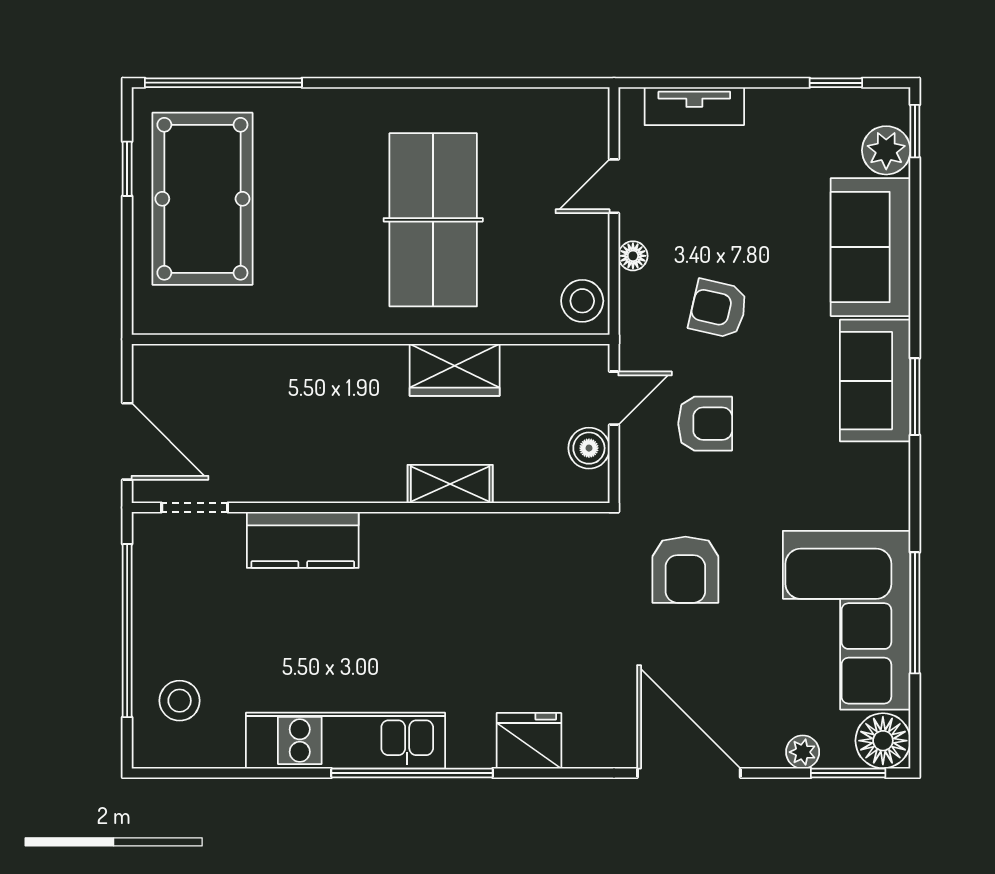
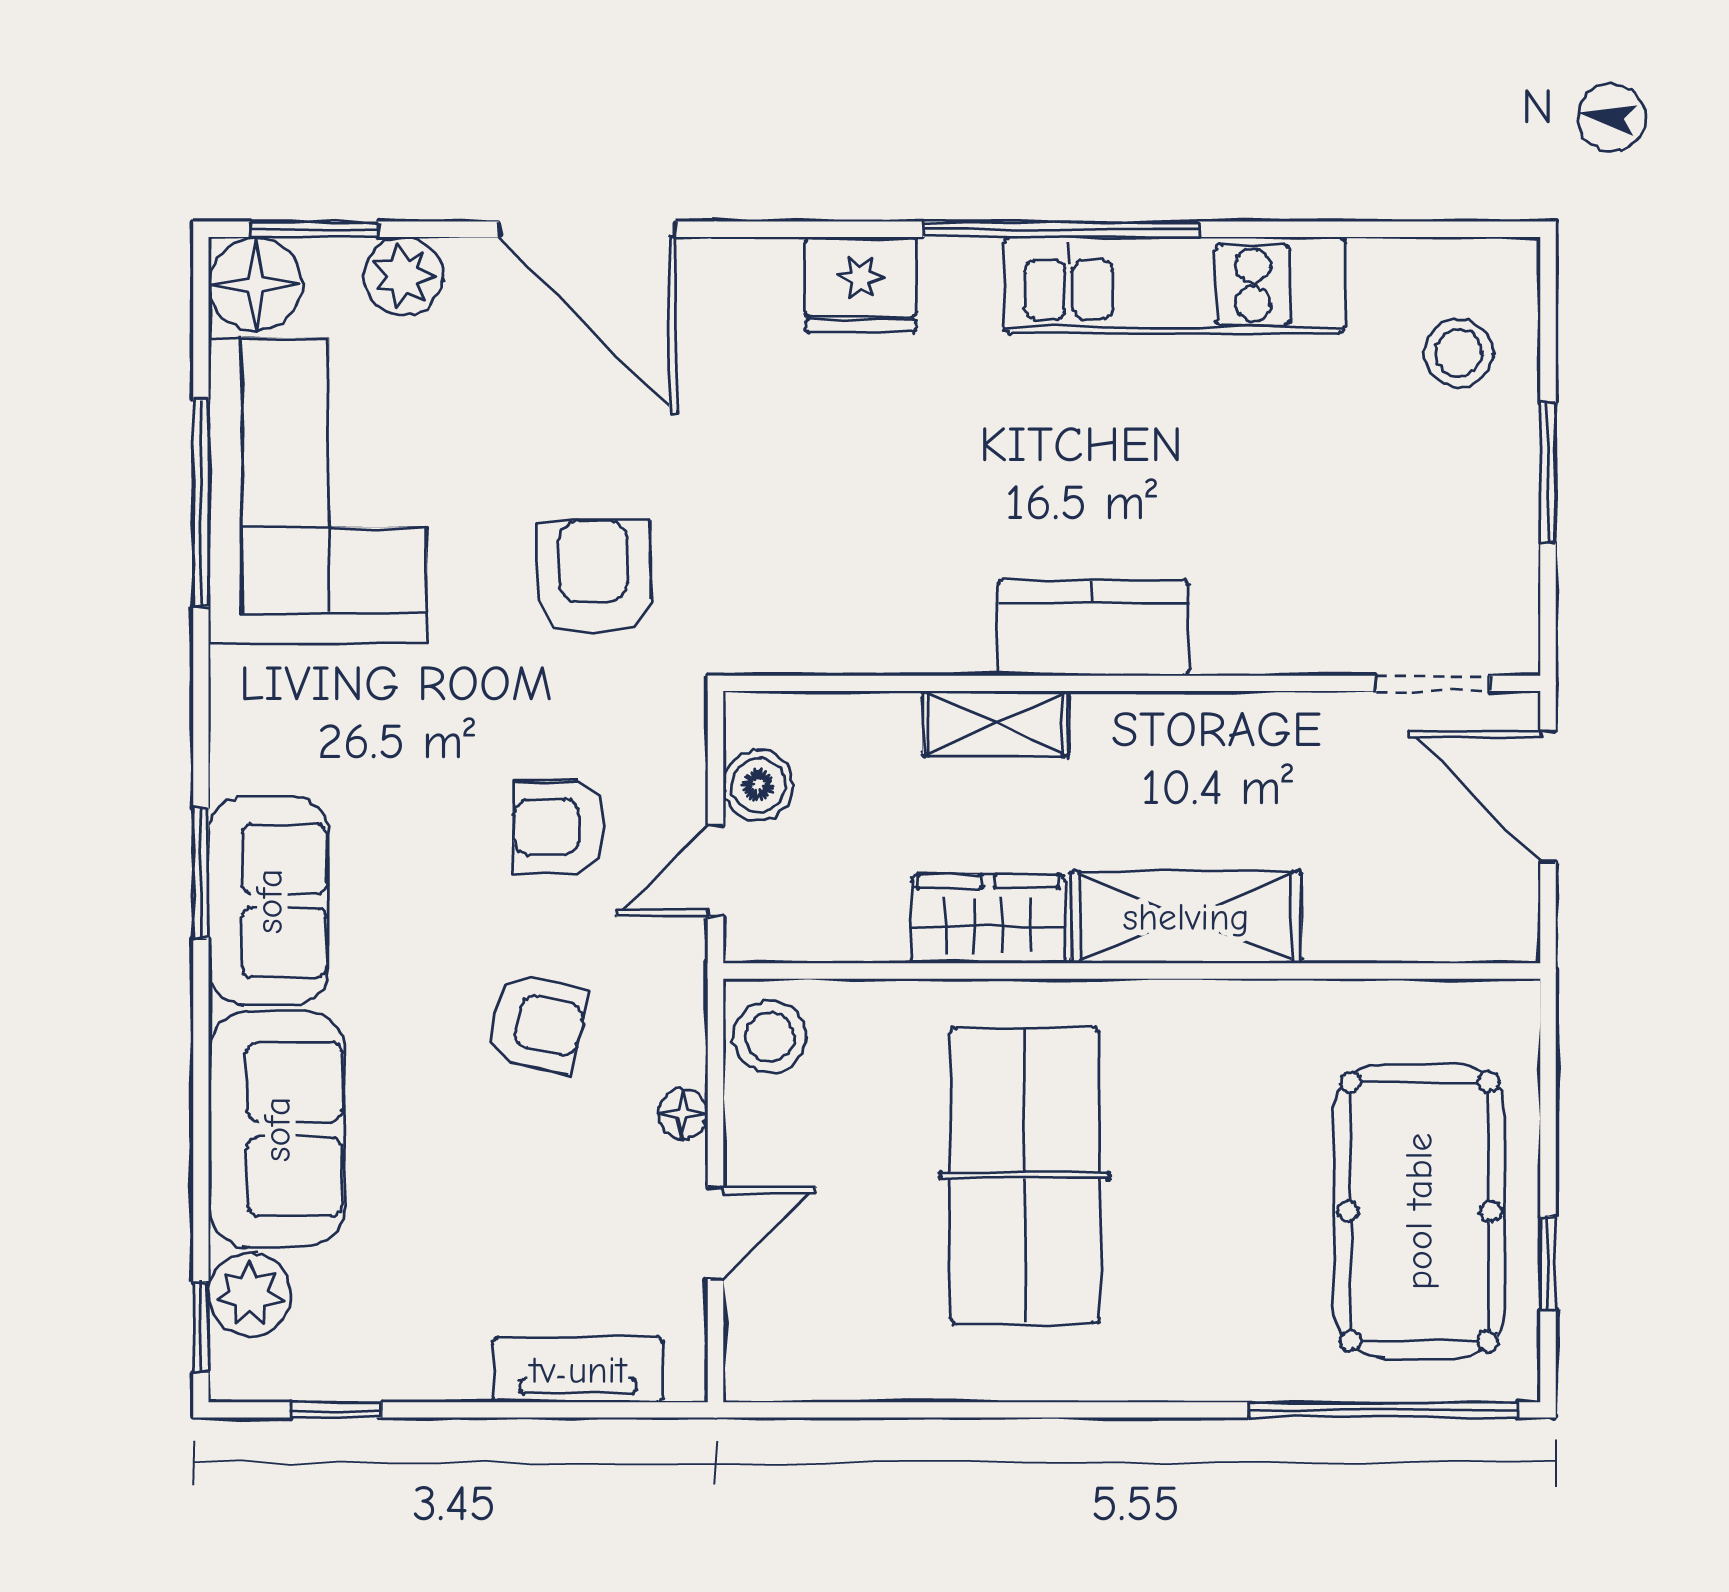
shelving: (339, 371) -> (1186, 917), added
kitchen counter: (303, 540) -> (1093, 628), moved
window: (127, 631) -> (1548, 473), width x0.47
plant: (803, 752) -> (403, 276), width x1.38, depth x1.38

